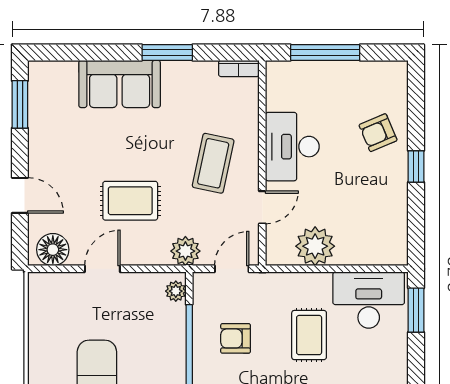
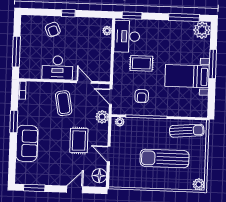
coffee table: (213, 163) -> (64, 103), turned 68
plant: (315, 246) -> (107, 31), moved, width x0.53, depth x0.53

